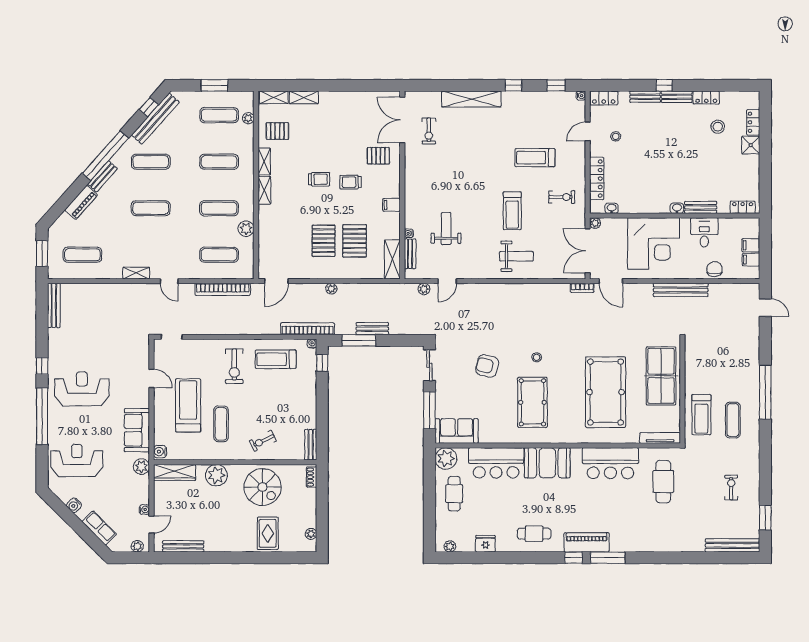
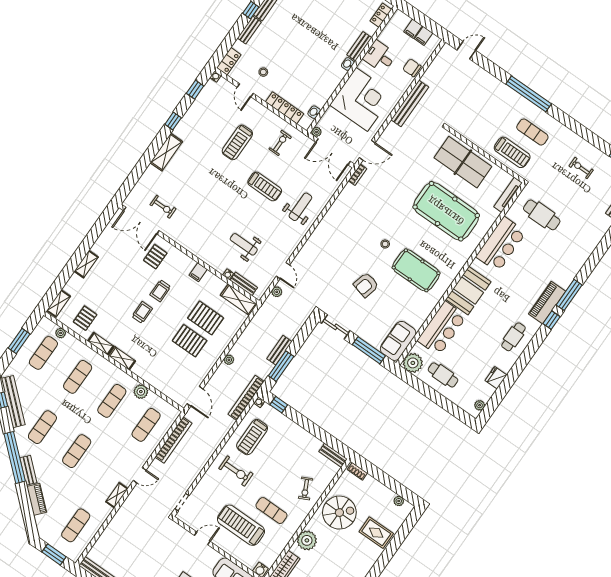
shelving: (304, 97) -> (86, 264), moved
shelving: (471, 99) -> (166, 152), width x0.68

